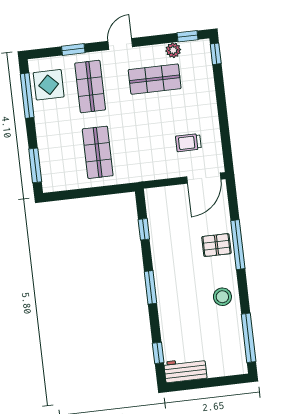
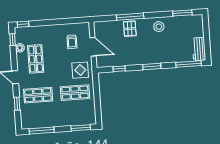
display table: (49, 85) -> (80, 70), moved
door: (204, 178) -> (93, 47), moved
window: (249, 338) -> (182, 13), width x0.69
window: (158, 353) -> (189, 64), width x2.17

